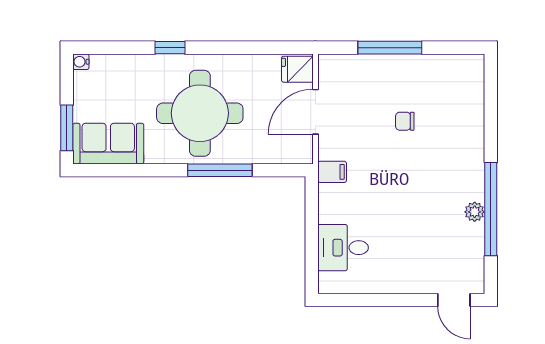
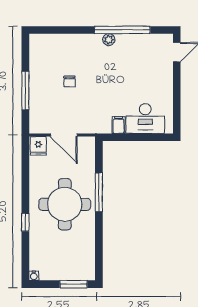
sofa: (108, 144) -> (83, 259), removed
filing cabinet: (332, 172) -> (119, 125), moved
plant: (475, 212) -> (109, 40), moved
desk: (343, 248) -> (145, 118), width x1.37

